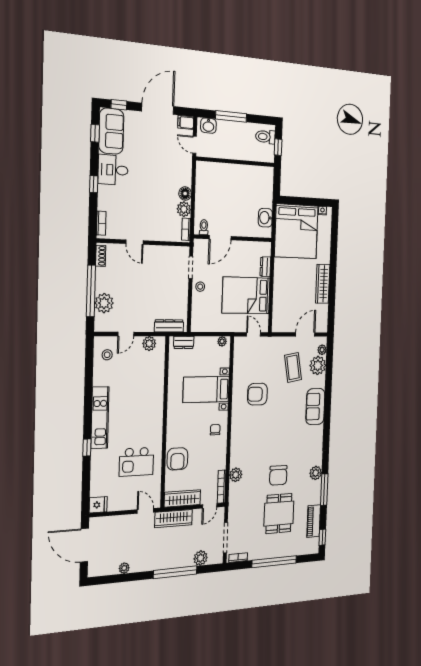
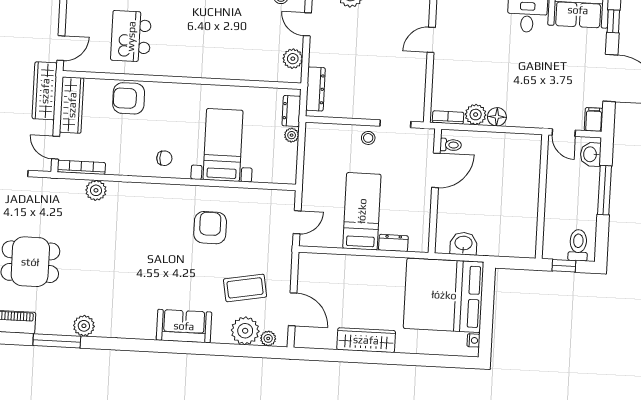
door: (195, 145) -> (564, 133), swing flipped
door: (220, 238) -> (436, 170), swing flipped
bed: (246, 295) -> (362, 211), width x0.67
plant: (222, 341) -> (292, 135), moved
chair: (278, 475) -> (87, 261), removed

